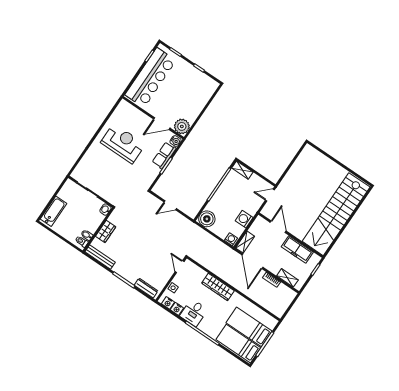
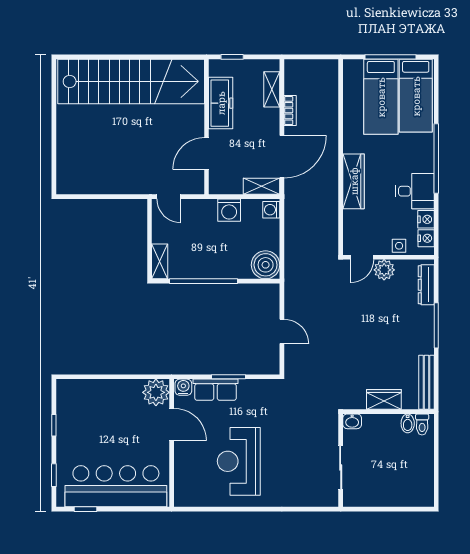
bathtub: (53, 211) -> (406, 495), removed
plant: (167, 273) -> (384, 270), added

